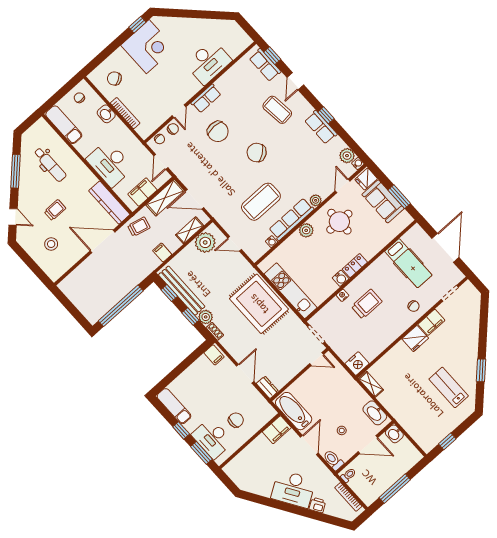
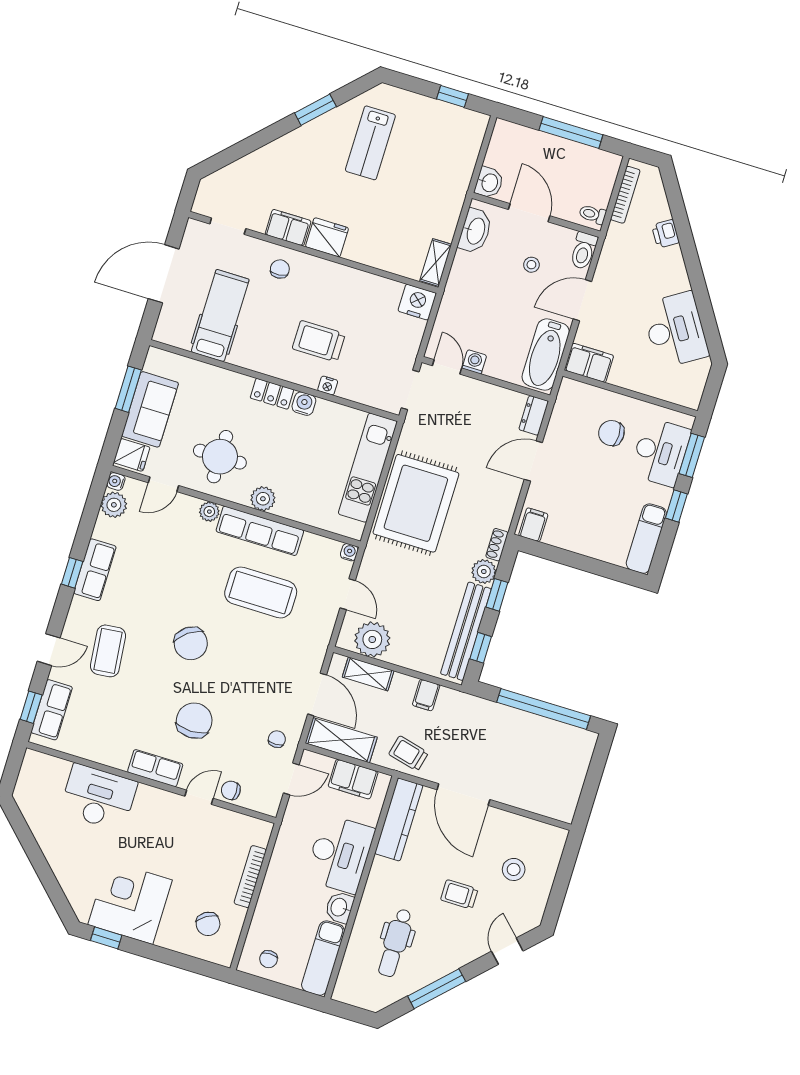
washbasin: (106, 114) -> (340, 907), moved, turned 180
chair: (160, 139) -> (277, 739), moved
dental chair: (50, 165) -> (395, 943), turned 180
water cooler: (272, 242) -> (349, 552), moved
washing machine: (311, 374) -> (474, 362), added
desk: (293, 489) -> (675, 330), moved

